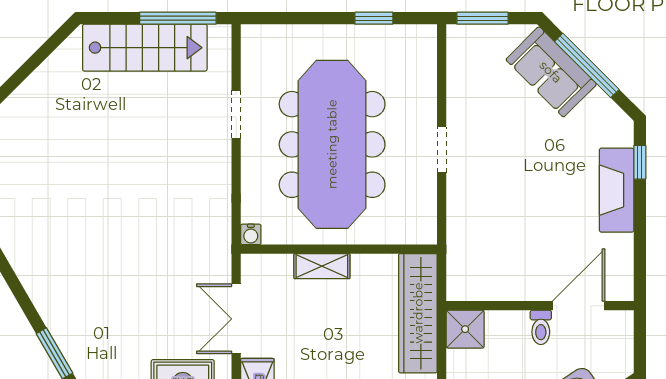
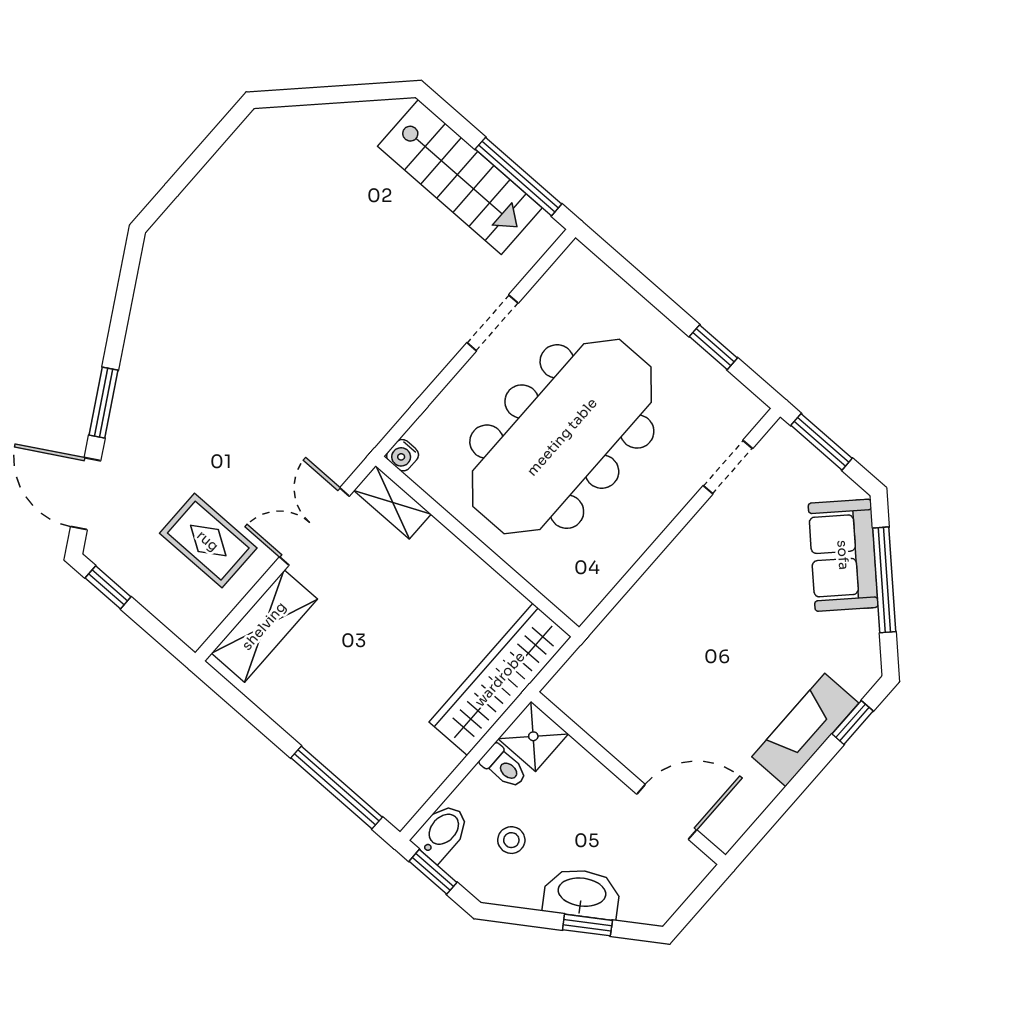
doorway: (442, 150) -> (728, 467), moved
shelving: (322, 266) -> (393, 502), moved
toilet: (541, 327) -> (504, 766), moved, turned -90

